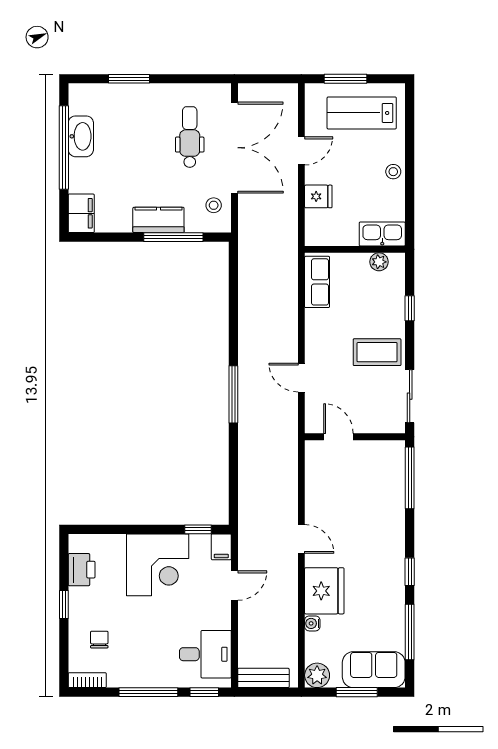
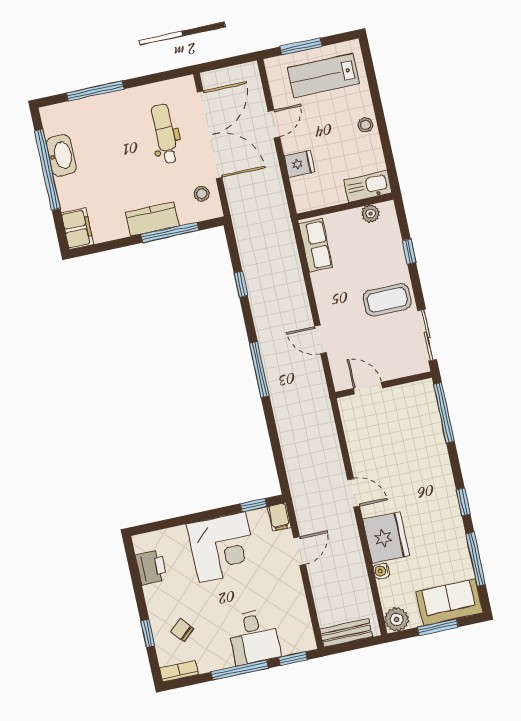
window: (129, 79) -> (95, 91), width x1.44
window: (233, 305) -> (241, 284), added
window: (64, 604) -> (148, 633), moved
chair: (99, 640) -> (182, 630), turned -42
desk: (205, 654) -> (254, 637), moved, turned 90

